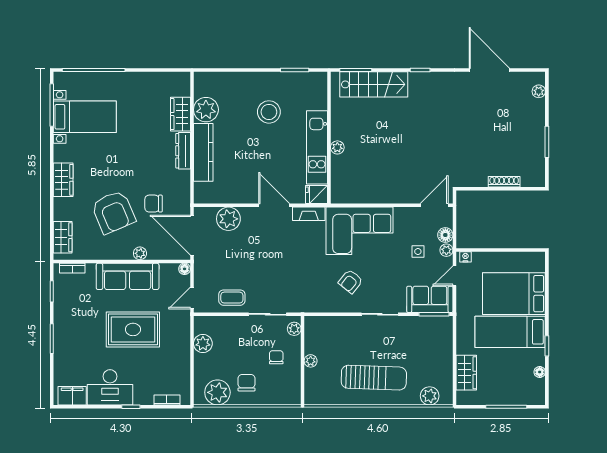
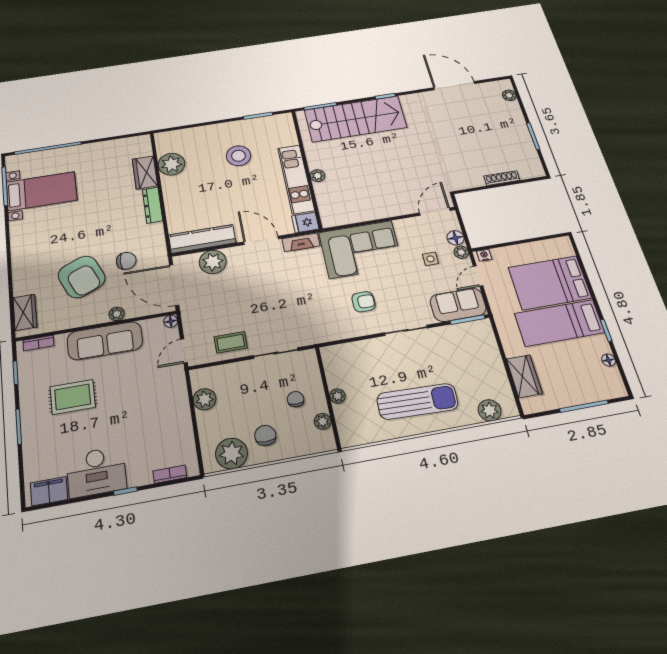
stairs: (374, 84) -> (356, 119), width x1.36, depth x1.51
kitchen counter: (203, 152) -> (202, 239), moved, turned -90
wardrobe: (63, 180) -> (22, 254), removed
chair: (154, 204) -> (126, 261), turned 180
armchair: (351, 281) -> (364, 302), turned -129
rug: (133, 329) -> (73, 397), moved, width x0.73, depth x0.70
plant: (294, 329) -> (323, 421), moved

